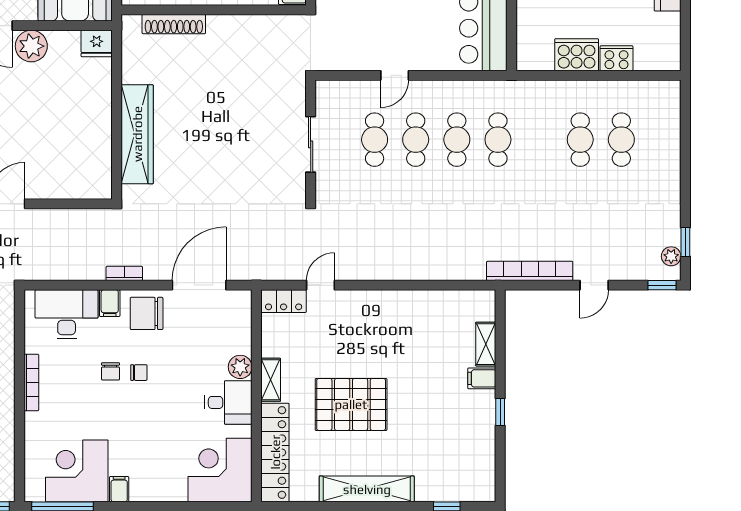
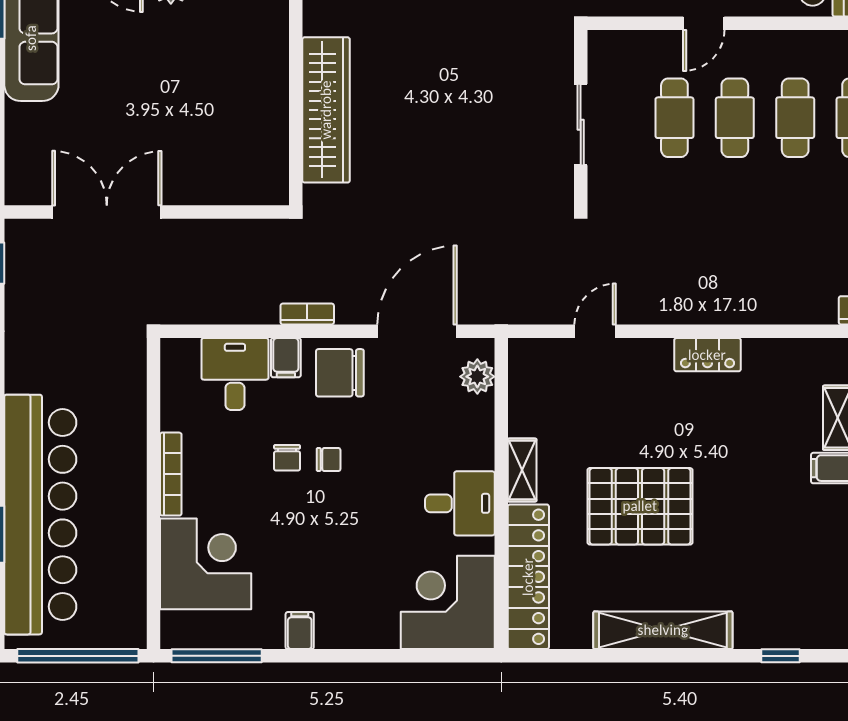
locker: (284, 301) -> (707, 355), moved
desk: (67, 314) -> (235, 374), width x0.73
plant: (240, 367) -> (477, 377), moved
corner desk: (77, 471) -> (206, 564), moved, turned 90

